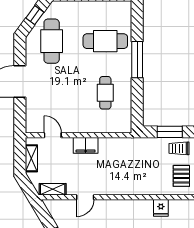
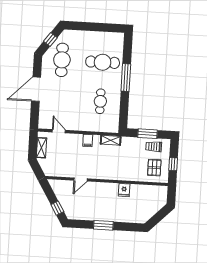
filing cabinet: (86, 145) -> (88, 141), width x0.50
shelving: (53, 189) -> (111, 140), moved
fridge: (161, 208) -> (124, 190), moved

